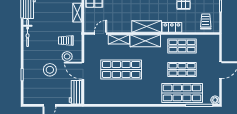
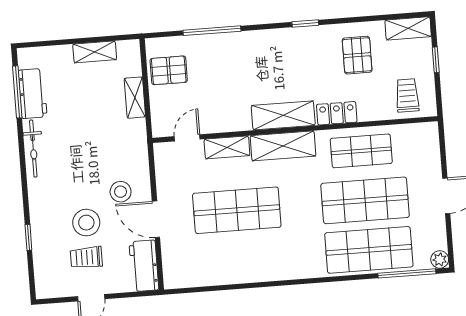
trolley: (66, 40) -> (86, 257), moved
shop shelf: (182, 69) -> (365, 200), width x1.43, depth x1.36

